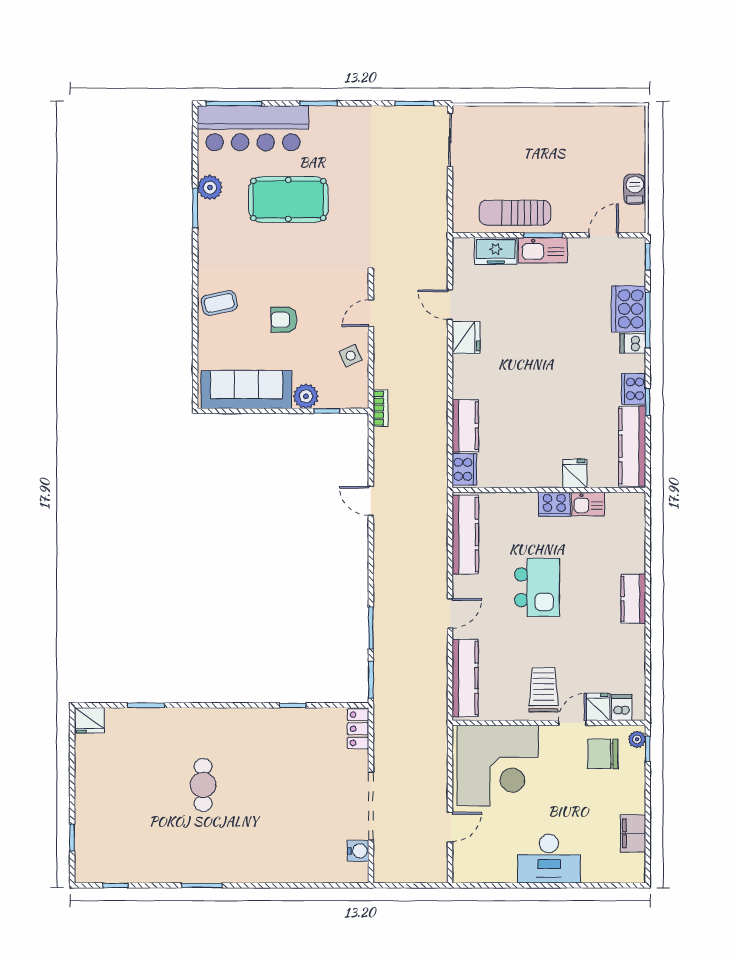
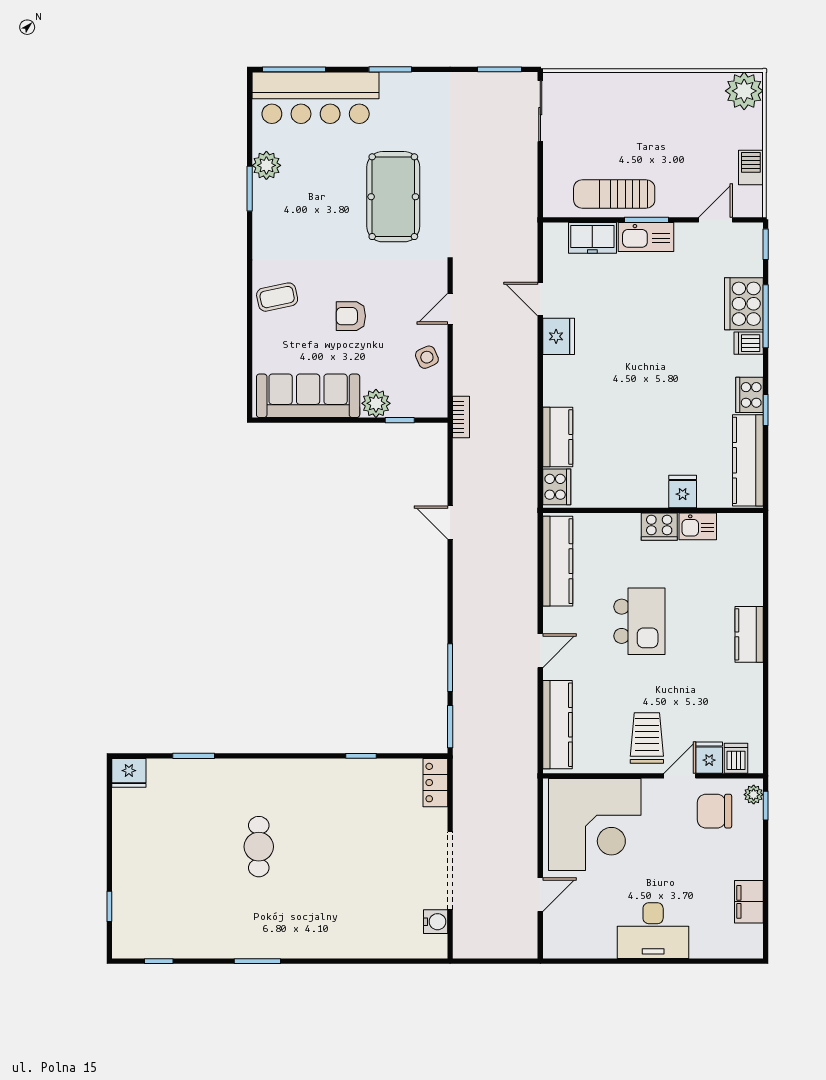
plant: (629, 122) -> (744, 91), added
pool table: (288, 199) -> (393, 197), moved, turned 90

